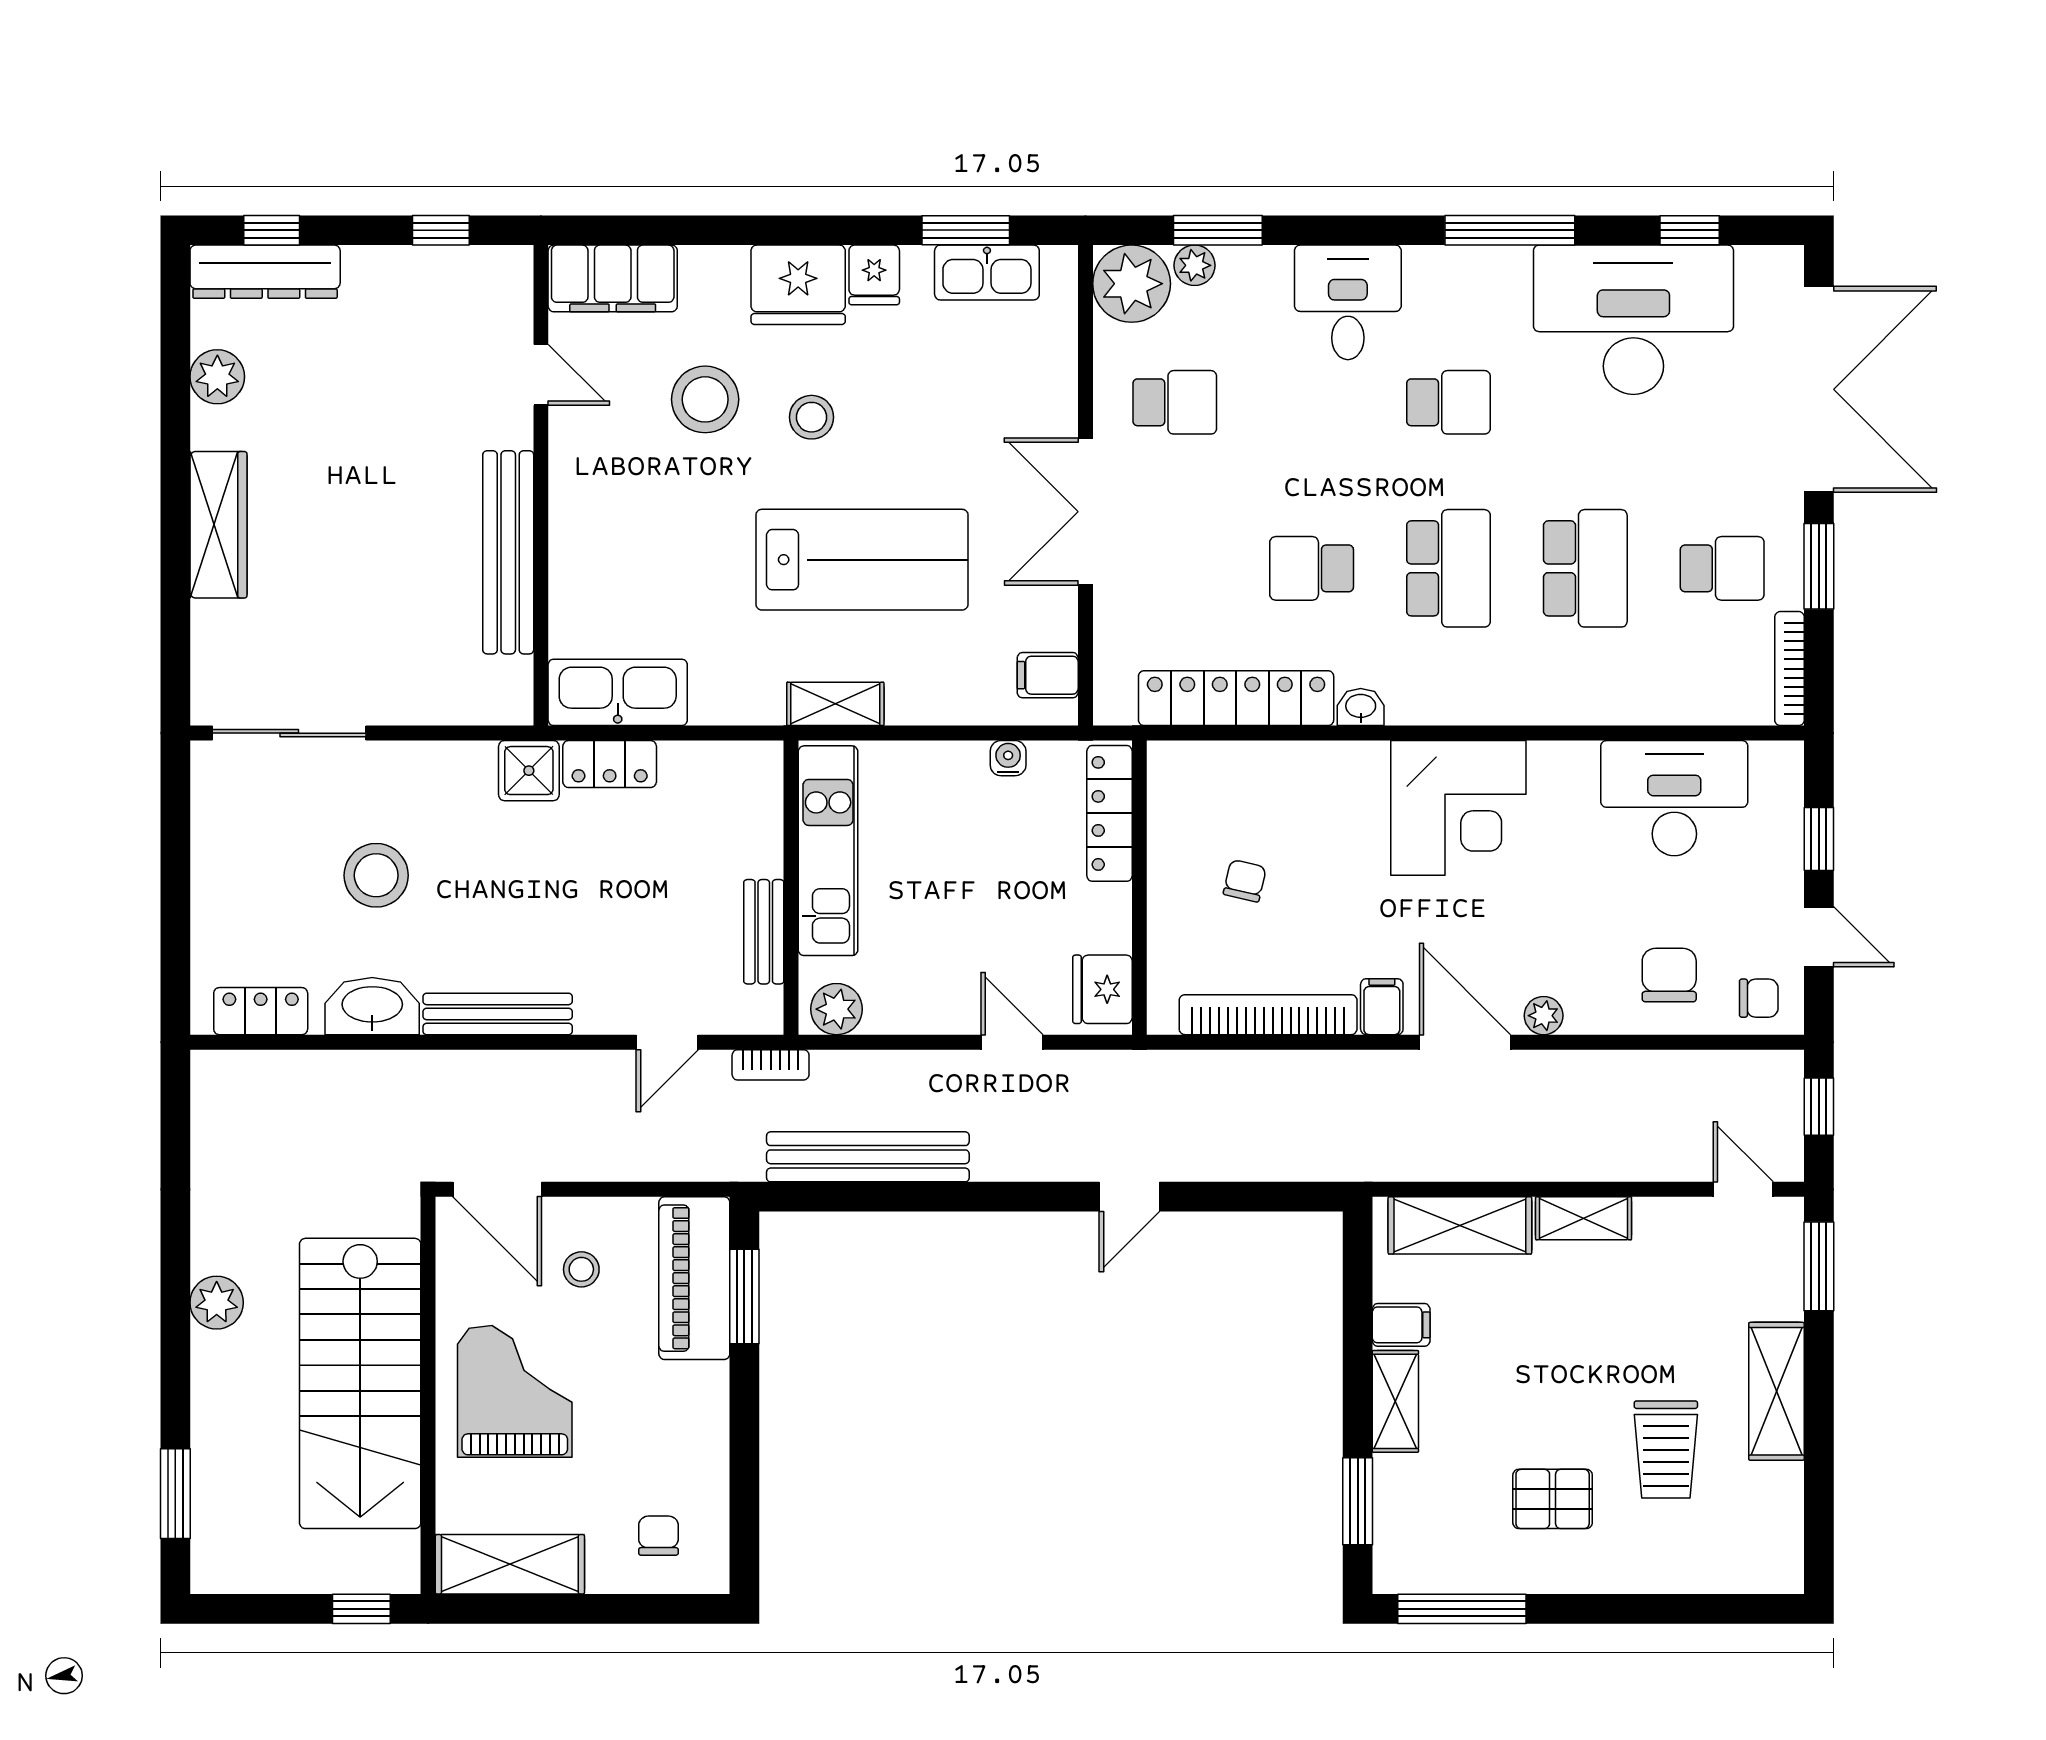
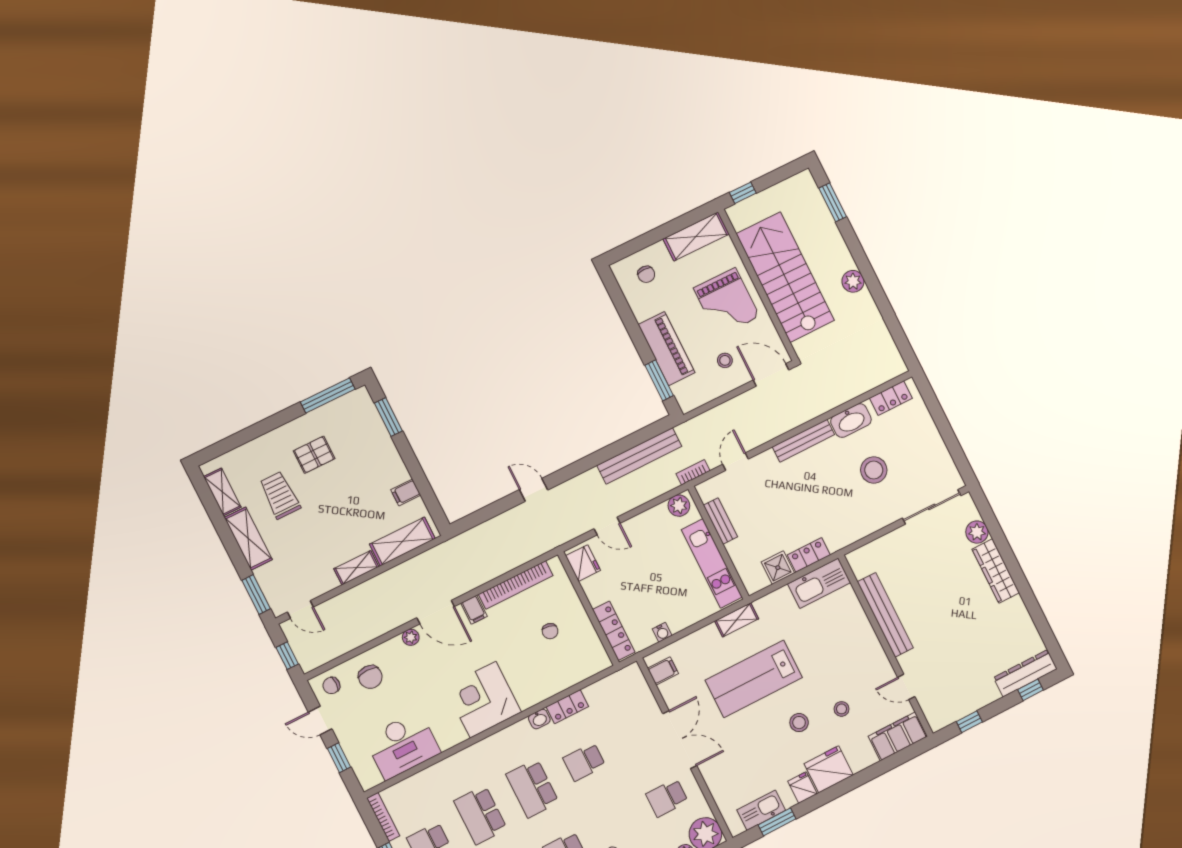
plant: (217, 377) -> (977, 532), moved
stool: (705, 399) -> (842, 709), width x0.53, depth x0.53
school desk: (1312, 568) -> (584, 762), turned 180
locker: (1236, 698) -> (567, 707), width x0.46, depth x0.83
shower: (529, 771) -> (778, 568), moved
door: (1129, 1197) -> (534, 490), hinge flipped
piano: (694, 1278) -> (667, 349), moved
shelving: (1395, 1401) -> (222, 492), moved

